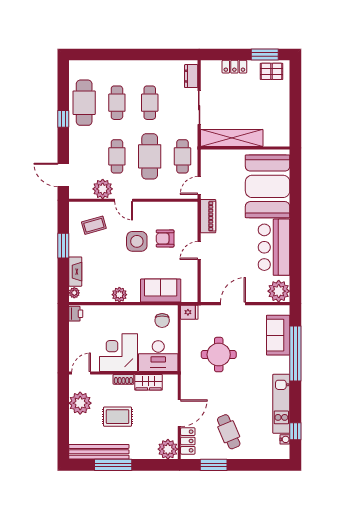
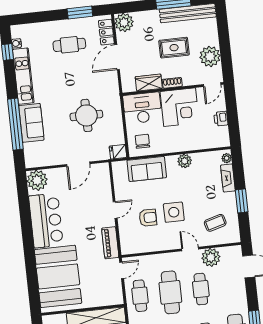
printer: (76, 314) -> (221, 119), moved
sofa: (278, 335) -> (31, 123), moved
cafe table: (229, 432) -> (69, 45), turned -67

